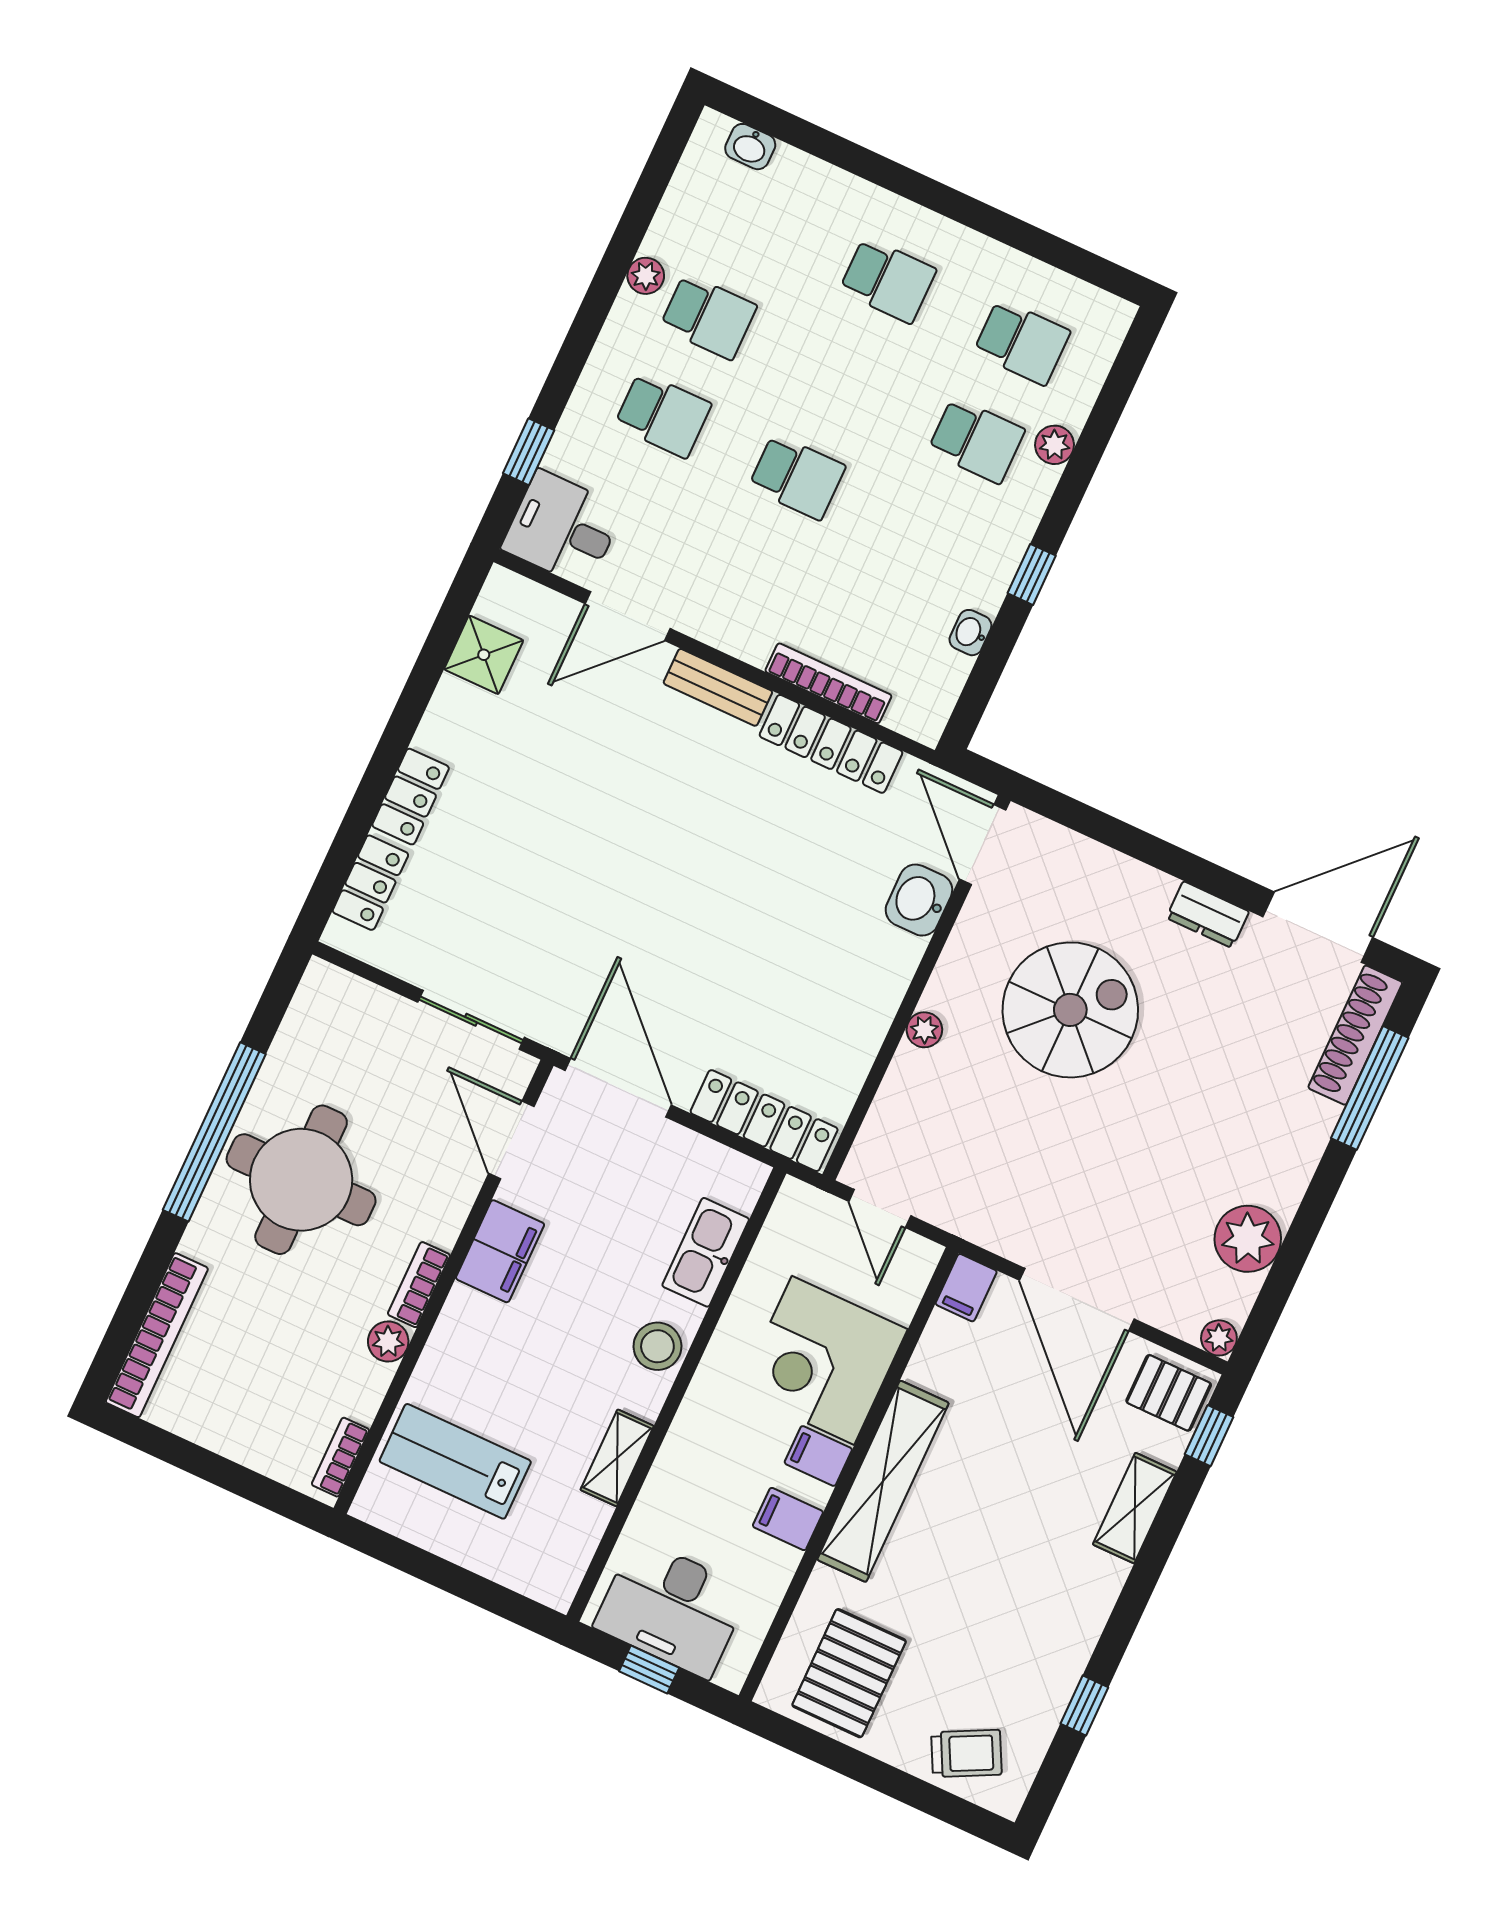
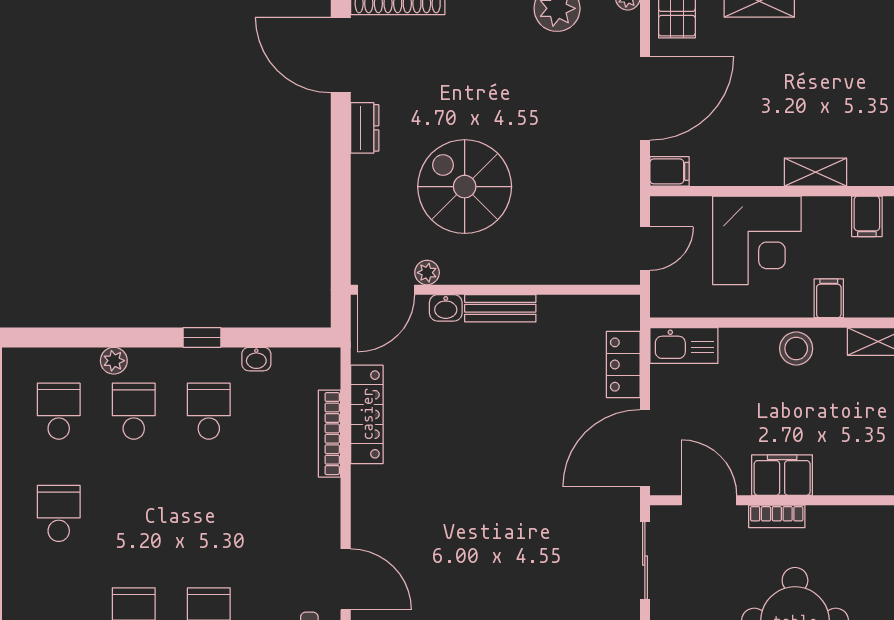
school desk: (797, 477) -> (209, 411), moved
bench: (718, 687) -> (500, 308), moved, turned 90
washbasin: (919, 900) -> (446, 308), width x0.72, depth x0.69
plant: (924, 1030) -> (427, 273), moved
locker: (764, 1121) -> (623, 365), width x0.66
door: (511, 1140) -> (709, 500), swing flipped
kitchen sink: (706, 1252) -> (684, 346), moved
bookcase: (419, 1285) -> (777, 516), moved
plant: (388, 1342) -> (871, 519), removed
filing cabinet: (818, 1456) -> (829, 298), moved, turned 180
shelving: (883, 1481) -> (815, 172), width x0.45, depth x0.75

